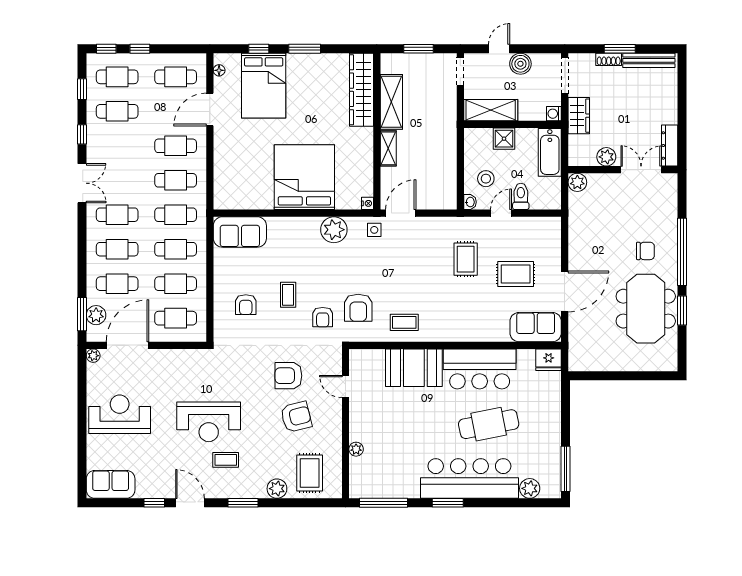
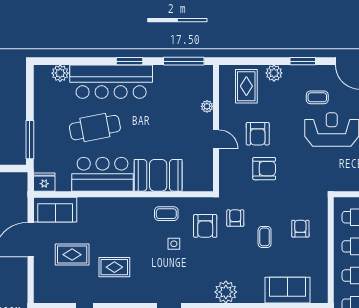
side table: (374, 230) -> (174, 244), moved
sofa: (240, 232) -> (287, 290), moved
rug: (466, 259) -> (114, 267), turned 90
armchair: (358, 308) -> (205, 226), turned 180
door: (346, 387) -> (216, 139), moved
armchair: (296, 417) -> (258, 134), turned -76
window: (566, 469) -> (30, 140), moved

